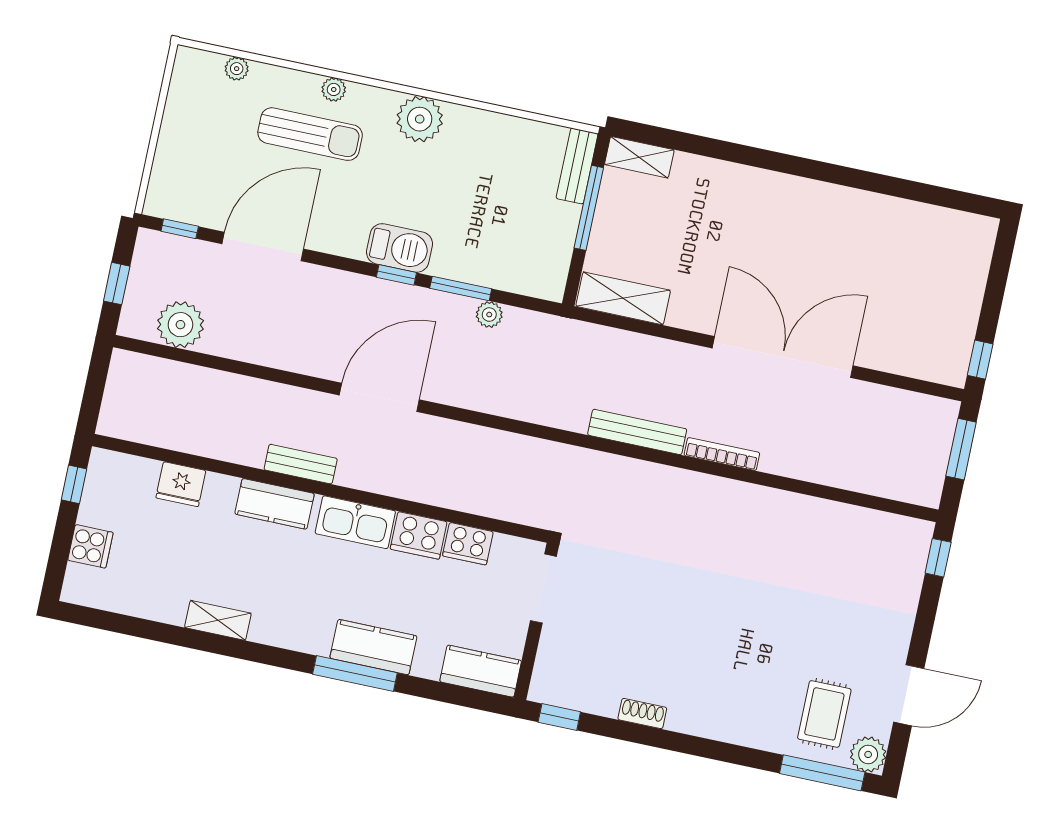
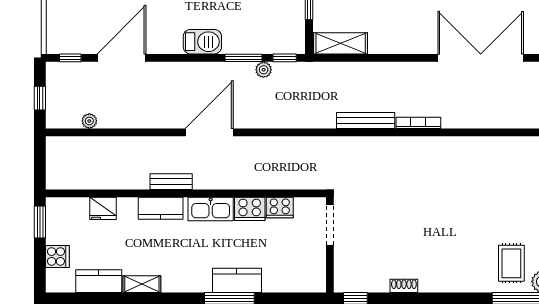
window: (396, 275) -> (285, 58), moved
plant: (180, 325) -> (89, 121), width x0.53, depth x0.53
double door: (783, 357) -> (481, 58), moved
window: (74, 484) -> (40, 222), width x1.50
kitchen counter: (481, 671) -> (99, 281), moved

